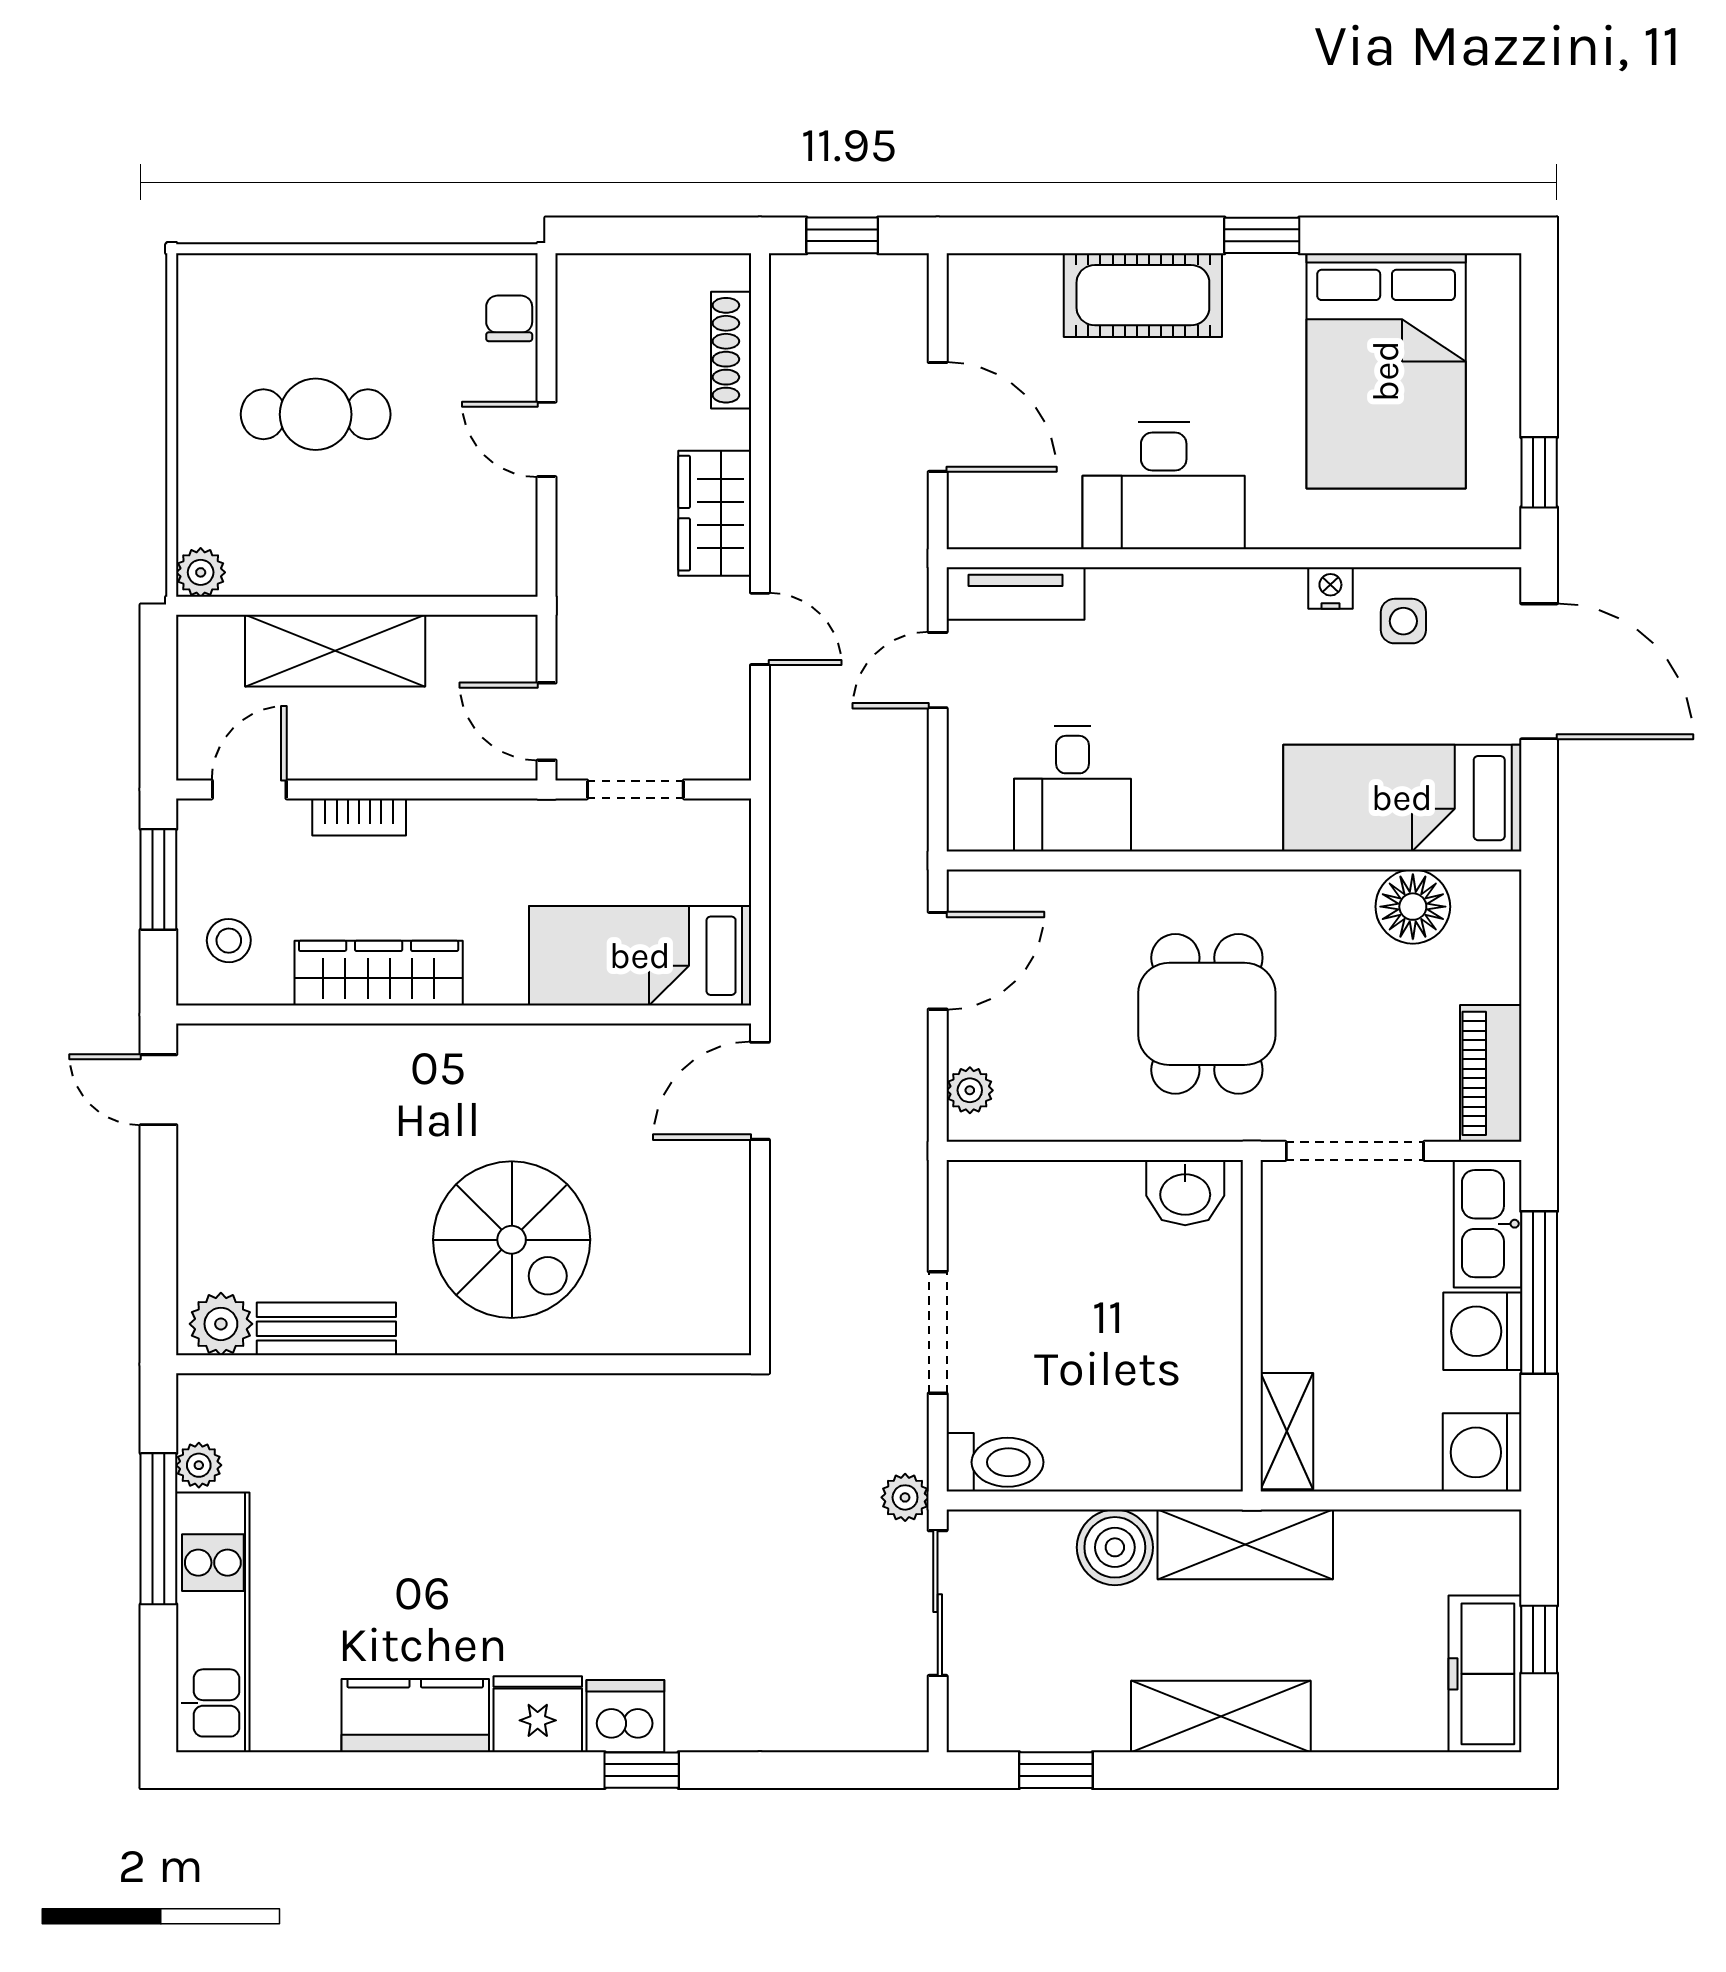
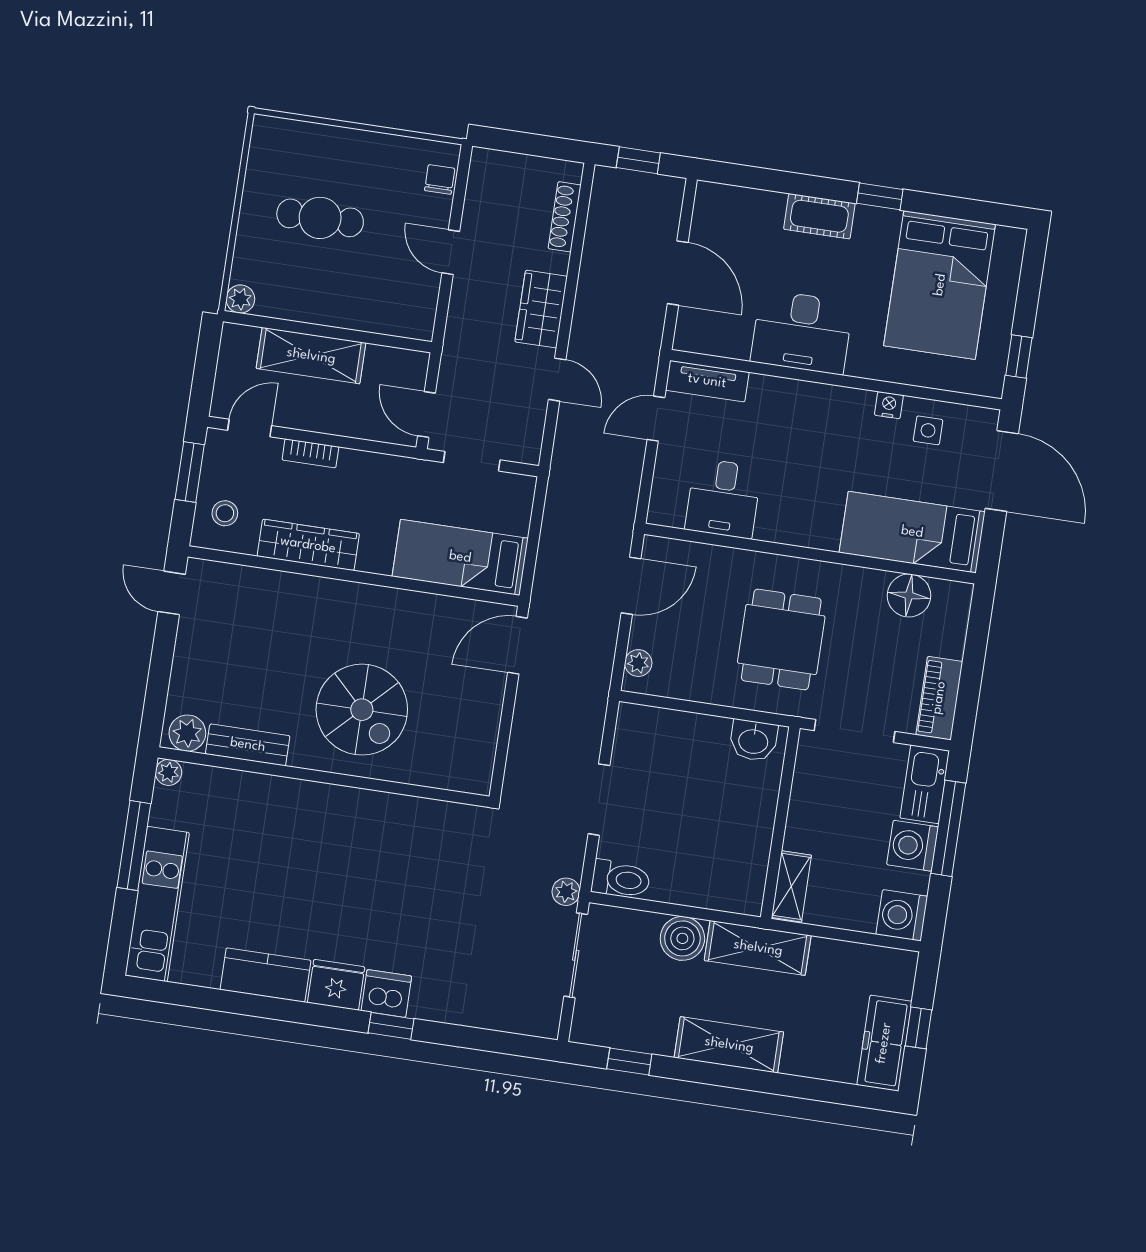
cot: (1143, 295) -> (819, 216), width x0.73, depth x0.75
plant: (199, 1465) -> (168, 772), moved

